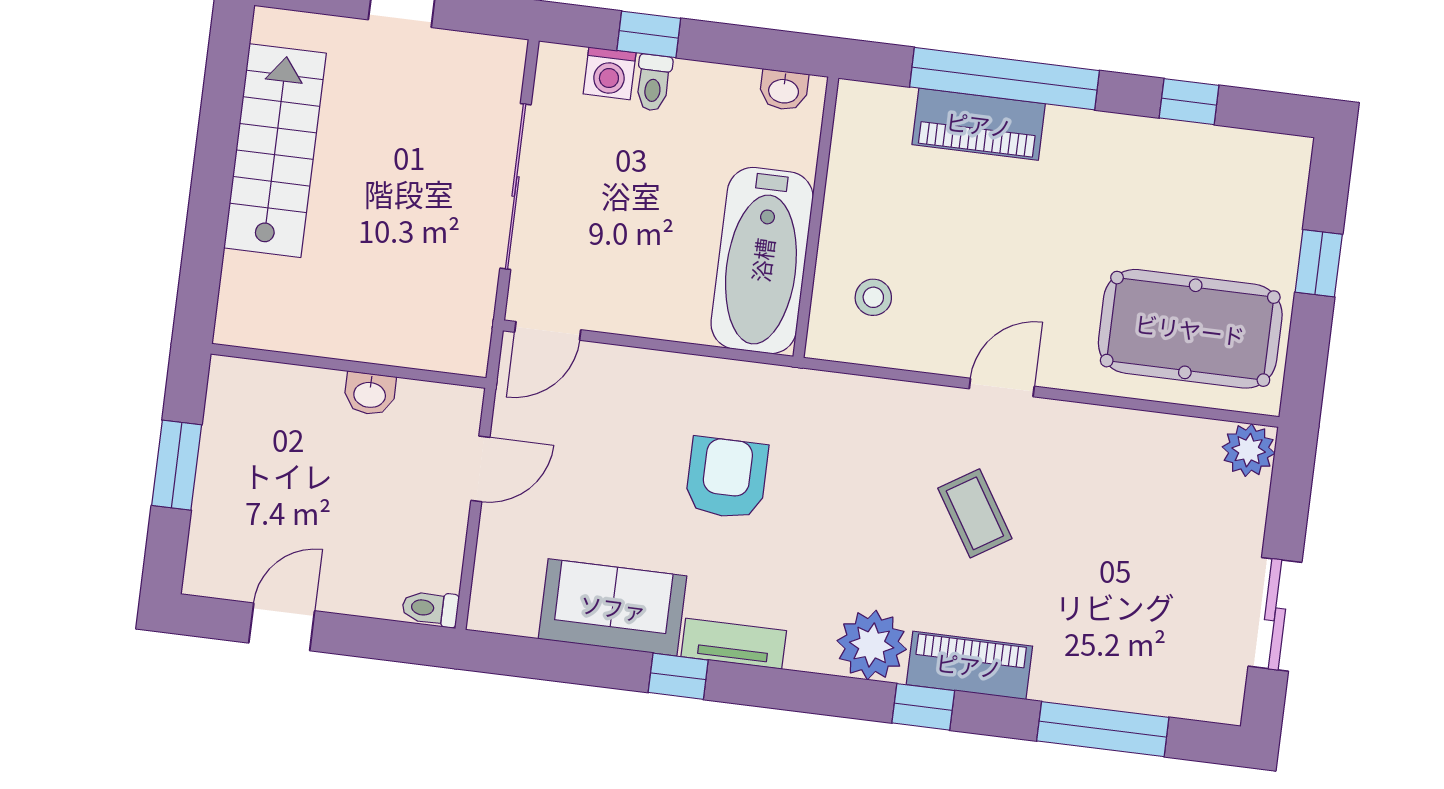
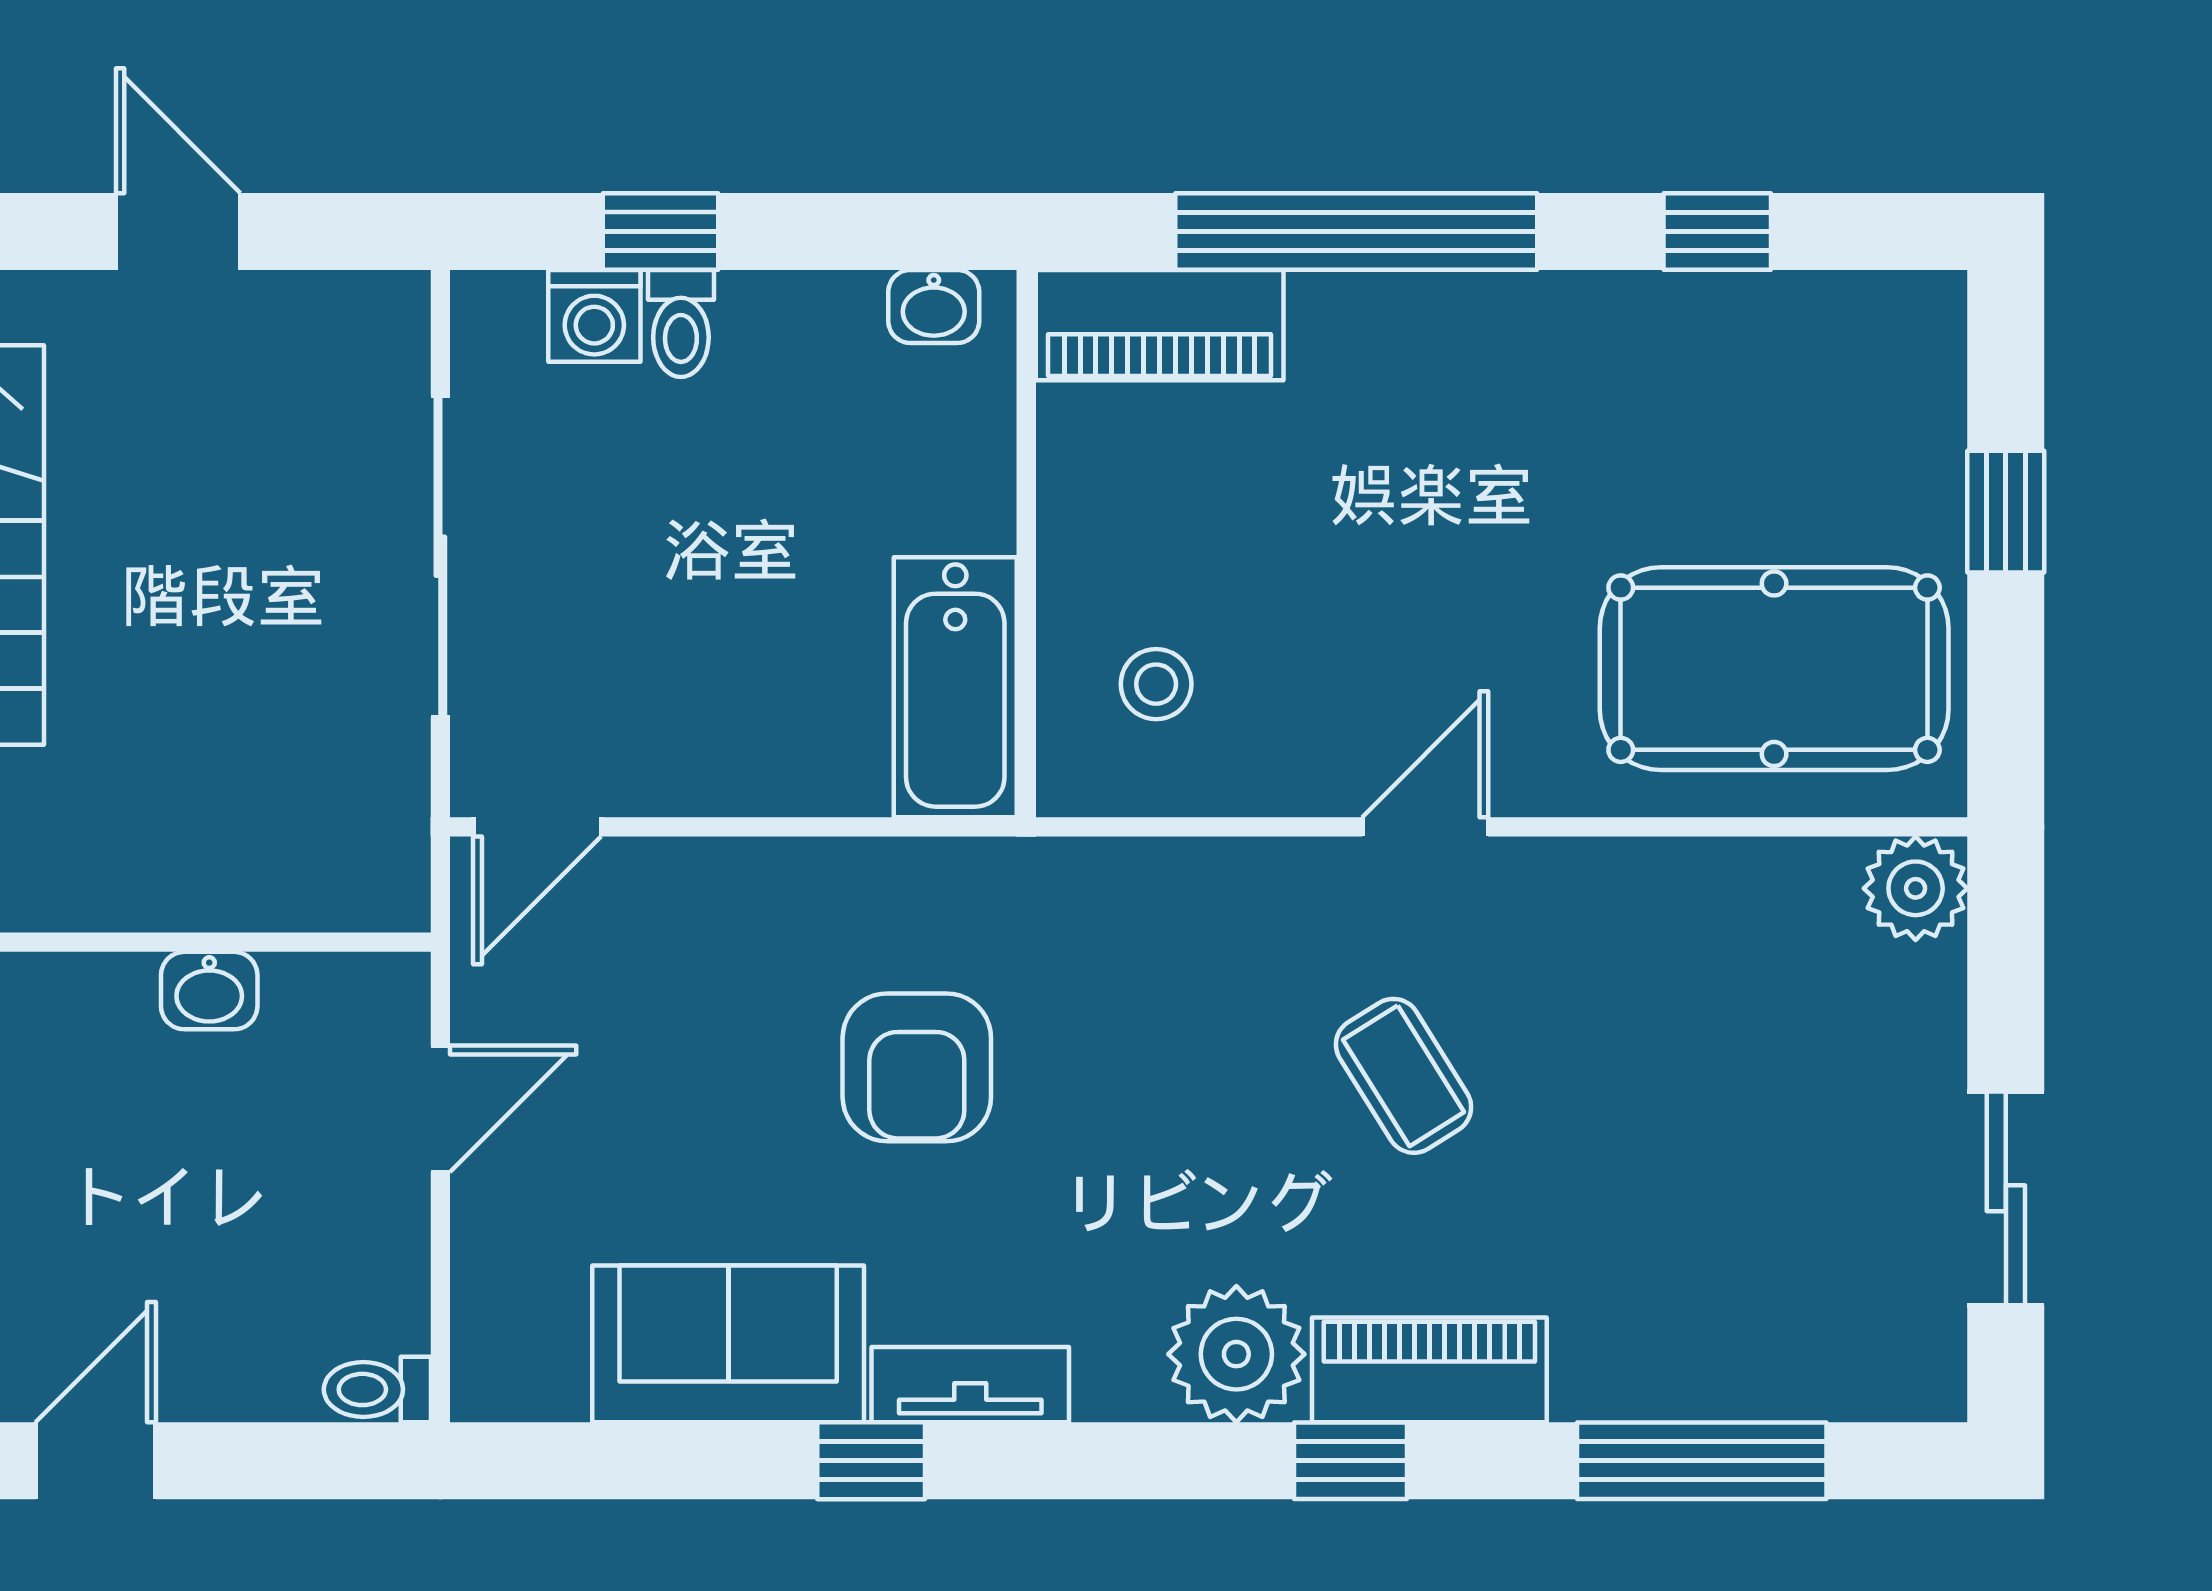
piano: (979, 124) -> (1160, 325), moved
bathtub: (762, 260) -> (955, 687), width x0.73, depth x0.73
armchair: (727, 478) -> (917, 1067), turned 180

